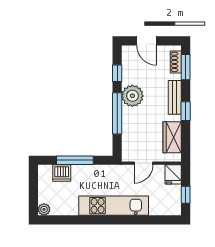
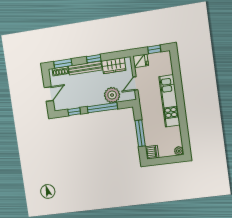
plant: (132, 96) -> (112, 95), moved
bench: (175, 97) -> (85, 68), width x1.36
door: (144, 163) -> (135, 83), swing flipped
dishwasher: (62, 173) -> (152, 152), moved

